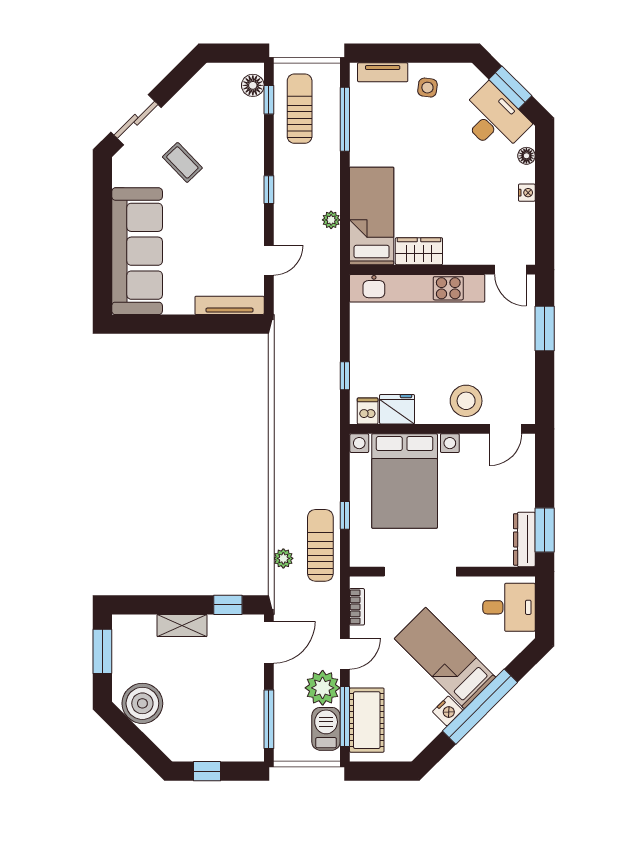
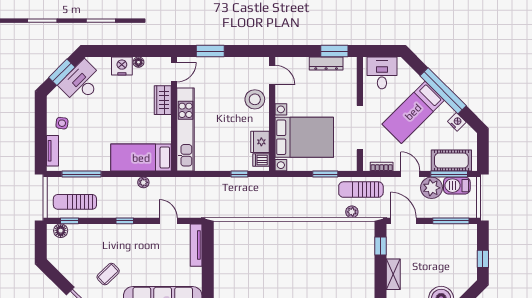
floor lamp: (526, 156) -> (138, 62), moved
nightstand: (527, 193) -> (122, 66), width x1.89, depth x1.79
wardrobe: (419, 251) -> (163, 100), moved
window: (345, 515) -> (325, 174), width x1.50
dresser: (524, 539) -> (326, 63), moved
sun lounger: (320, 545) -> (361, 190), moved
nightstand: (448, 711) -> (457, 122), moved

